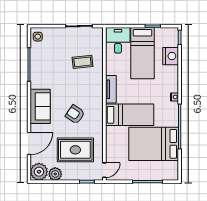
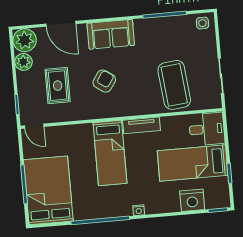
coffee table: (83, 62) -> (174, 85), width x1.86, depth x1.72
bed: (154, 144) -> (48, 190), moved
rug: (75, 150) -> (58, 86), width x0.73, depth x0.70

